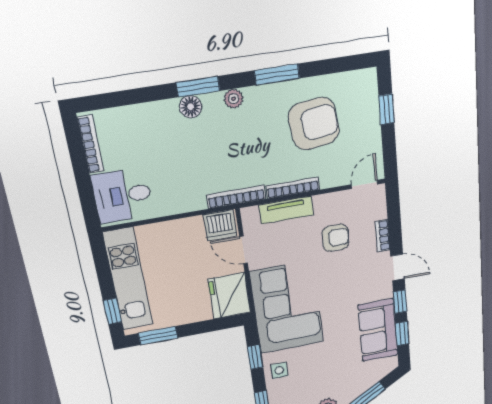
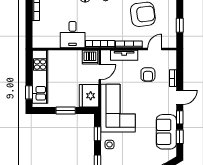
window: (386, 109) -> (180, 25), moved
door: (364, 184) -> (155, 49), moved
desk: (122, 196) -> (73, 35), moved, turned -90
armchair: (336, 238) -> (148, 75), turned 90
door: (244, 250) -> (100, 72), swing flipped
door: (398, 267) -> (180, 97), hinge flipped
window: (158, 336) -> (66, 111), moved

